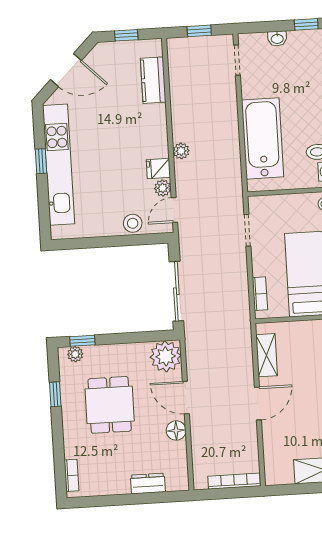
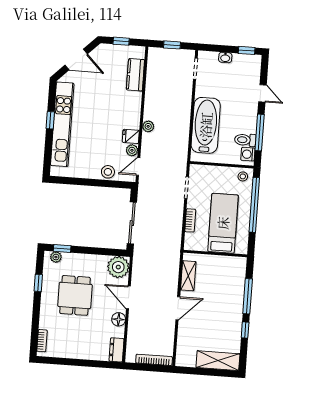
bookcase: (260, 294) -> (190, 220), moved
dresser: (148, 484) -> (117, 350), moved, turned -90

